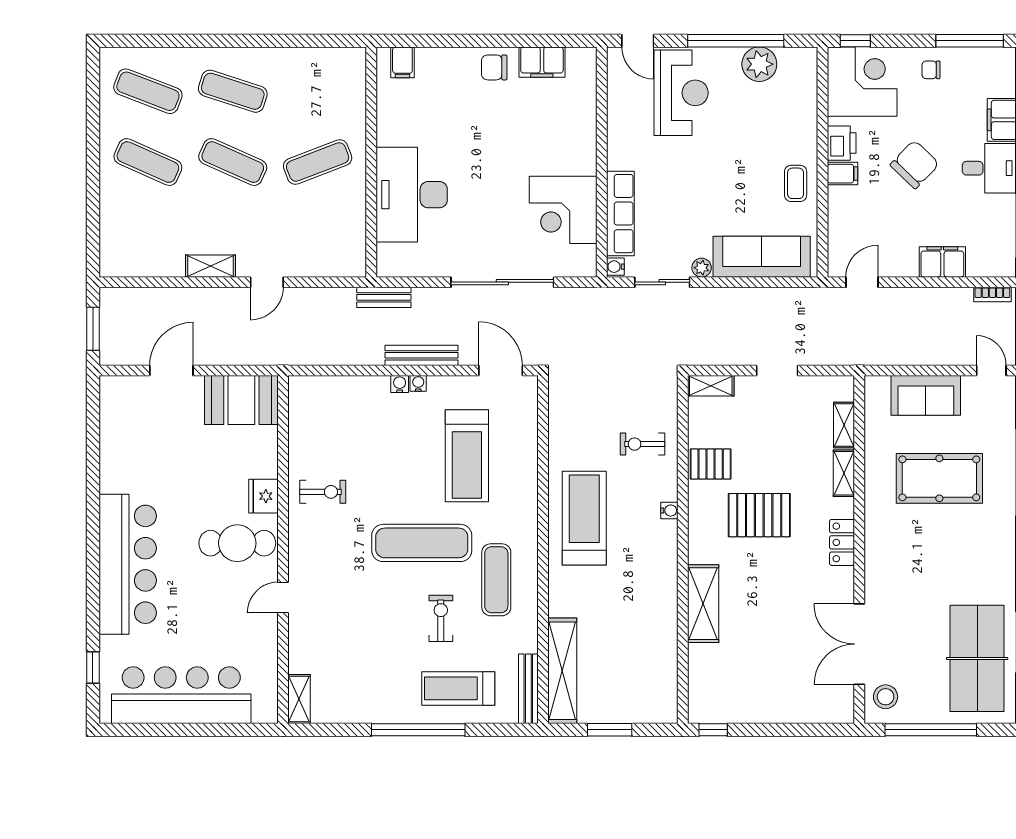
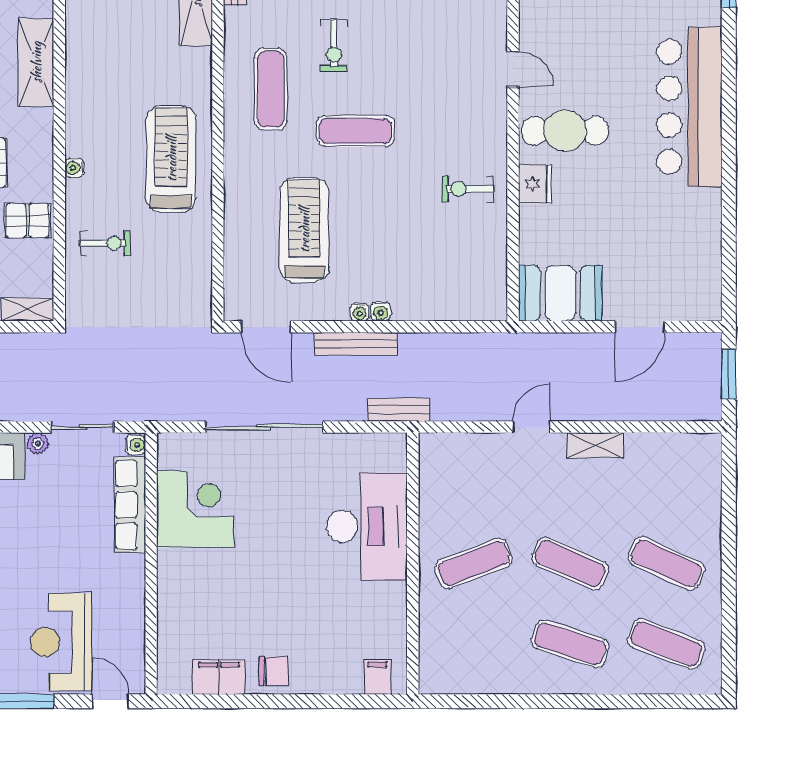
treadmill: (584, 518) -> (171, 159), turned 180
exercise mat: (422, 543) -> (355, 131), width x0.73, depth x0.69
door: (283, 598) -> (513, 69), hinge flipped

